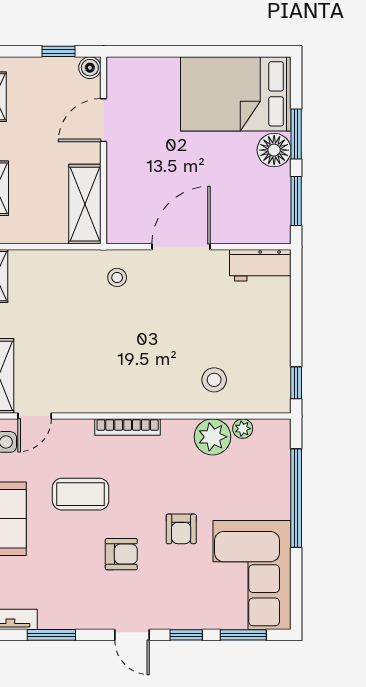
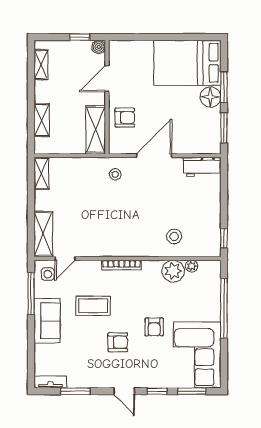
armchair: (133, 184) -> (125, 118), added

